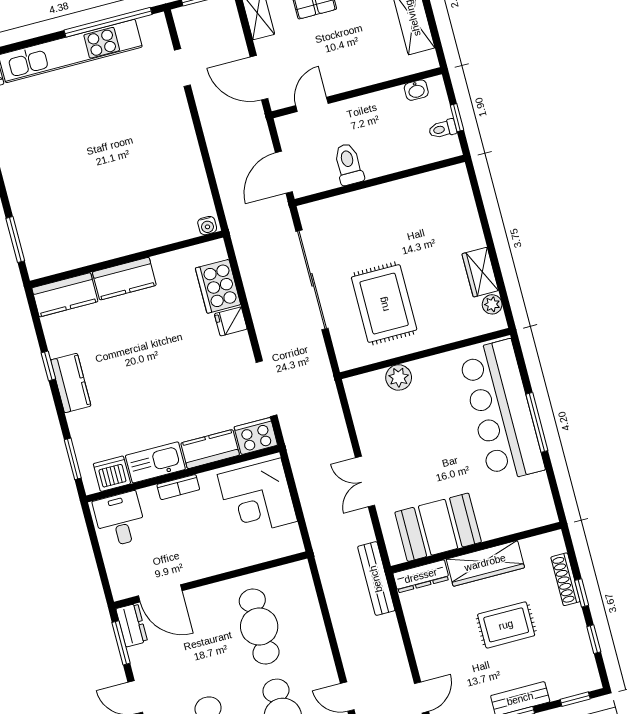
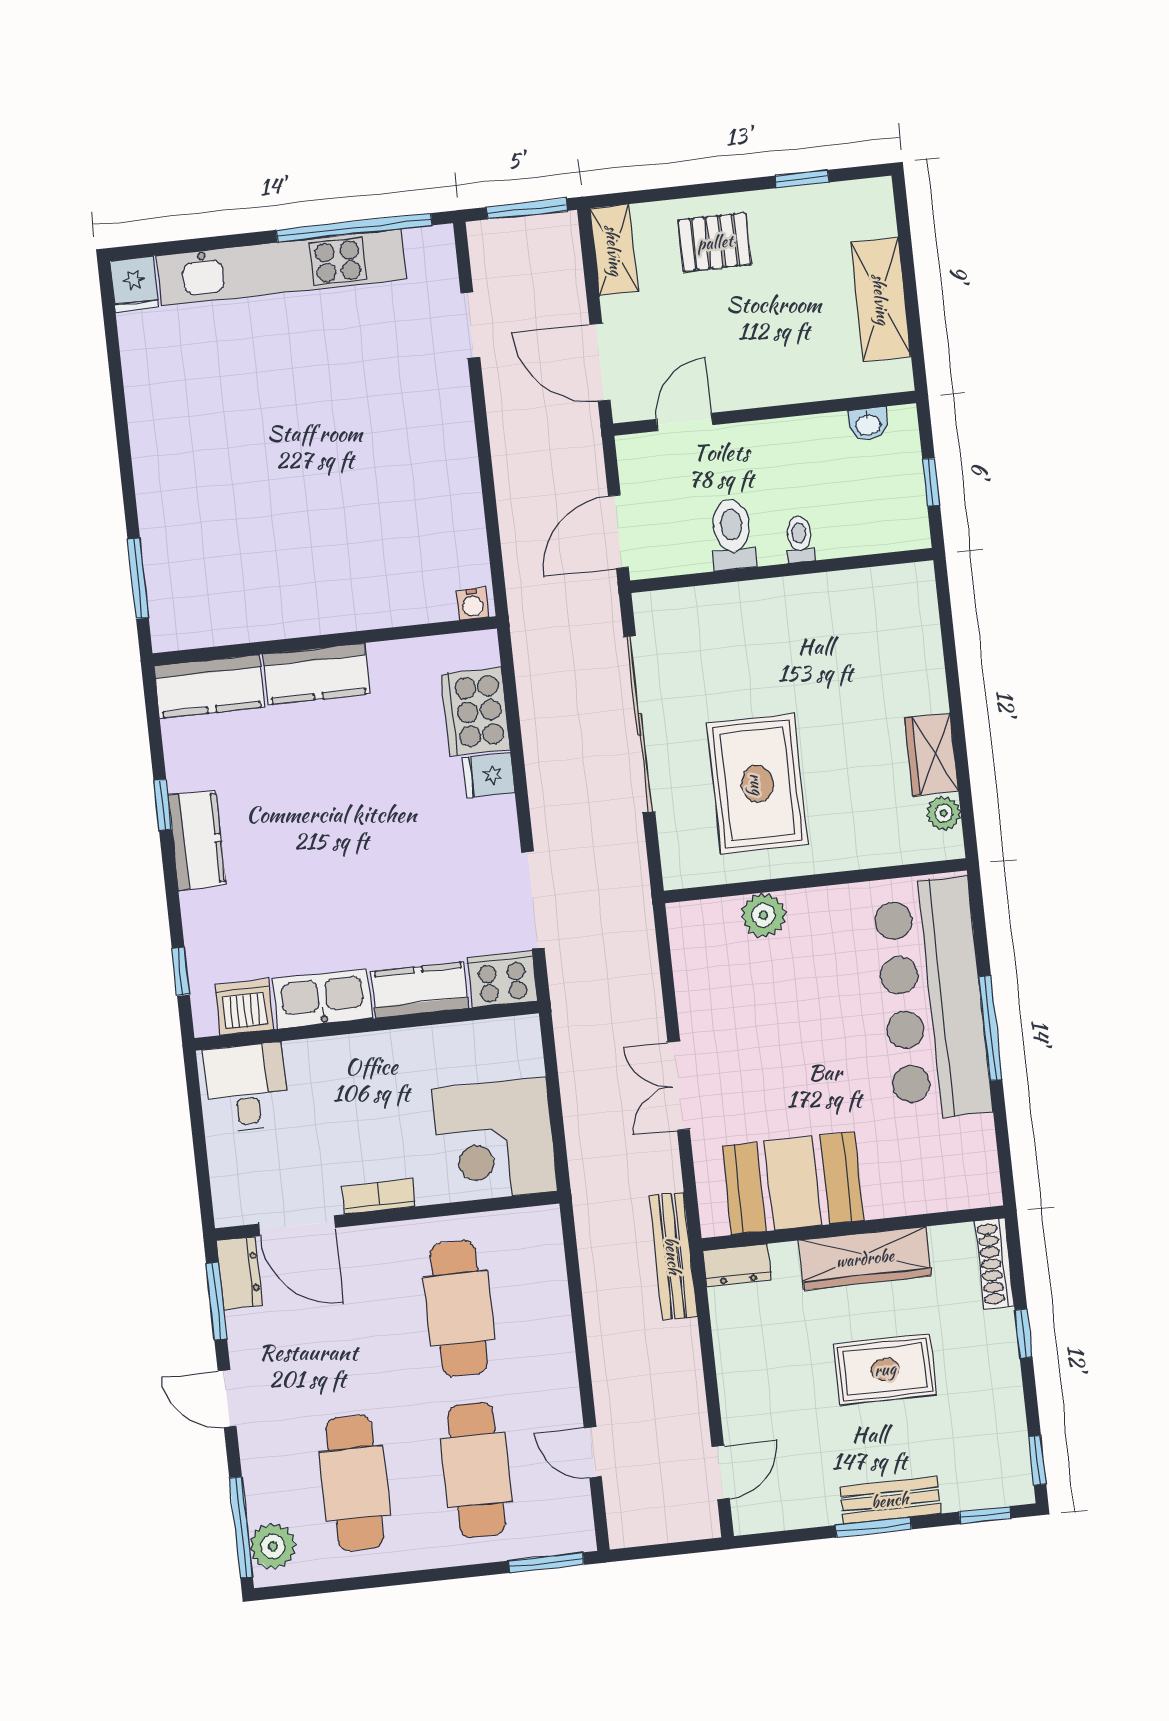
toilet: (443, 129) -> (799, 539), moved, turned 90
window: (73, 459) -> (181, 972), width x0.67
bookcase: (178, 487) -> (379, 1196), moved, turned 180
corner desk: (257, 498) -> (495, 1140), moved
dresser: (421, 576) -> (737, 1265), width x0.70
shoe rack: (565, 579) -> (995, 1264), moved
window: (594, 639) -> (1037, 1460), moved

